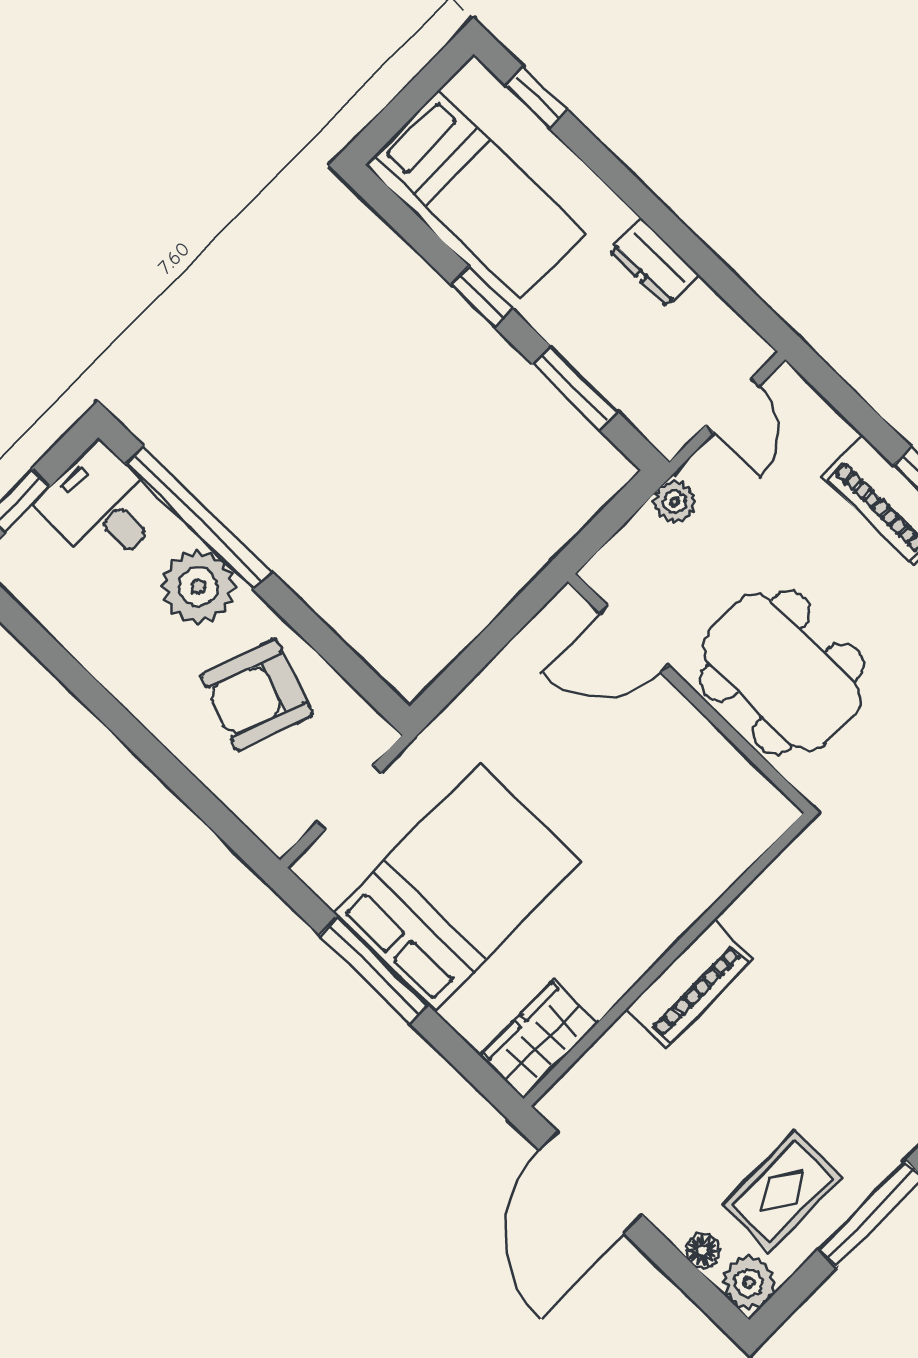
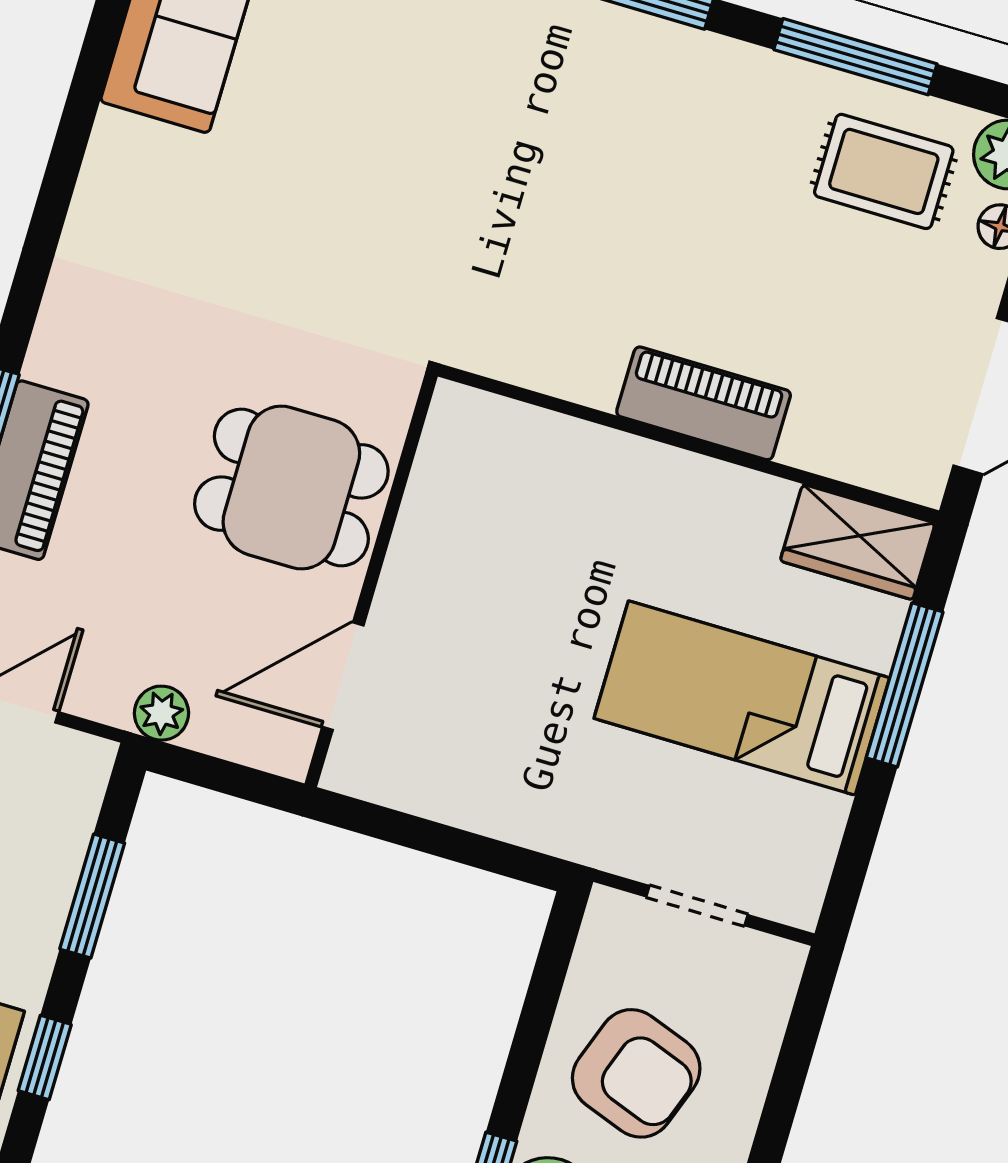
door: (634, 639) -> (343, 676), swing flipped
dining table: (782, 672) -> (291, 487), width x0.73
bed: (457, 887) -> (742, 698), width x0.67
window: (374, 970) -> (905, 685), moved

